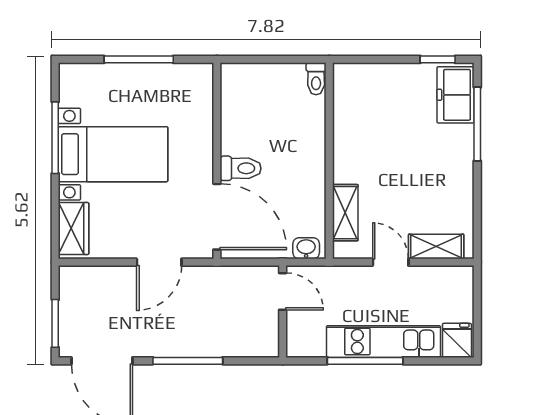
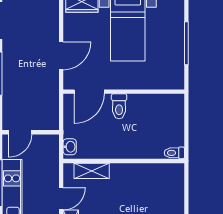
door: (217, 217) -> (89, 92), width x0.73
door: (159, 262) -> (61, 56), swing flipped
door: (283, 291) -> (20, 132), moved

